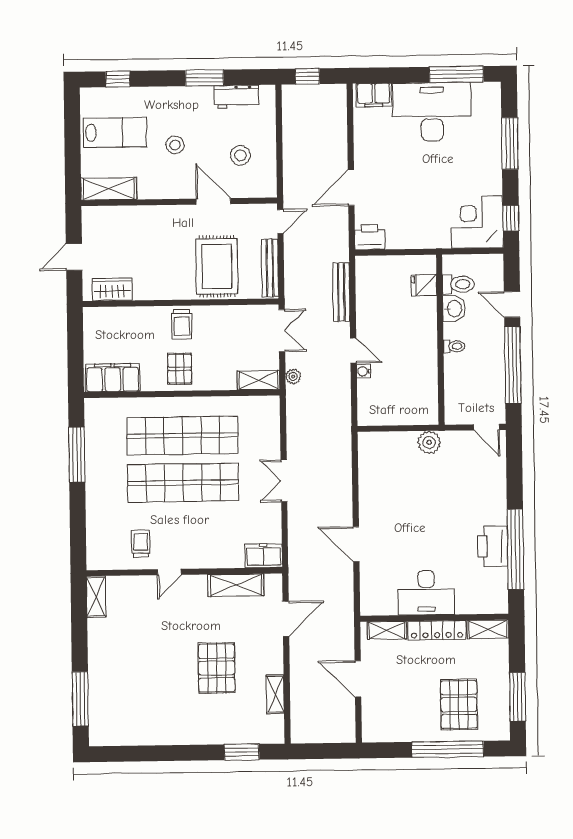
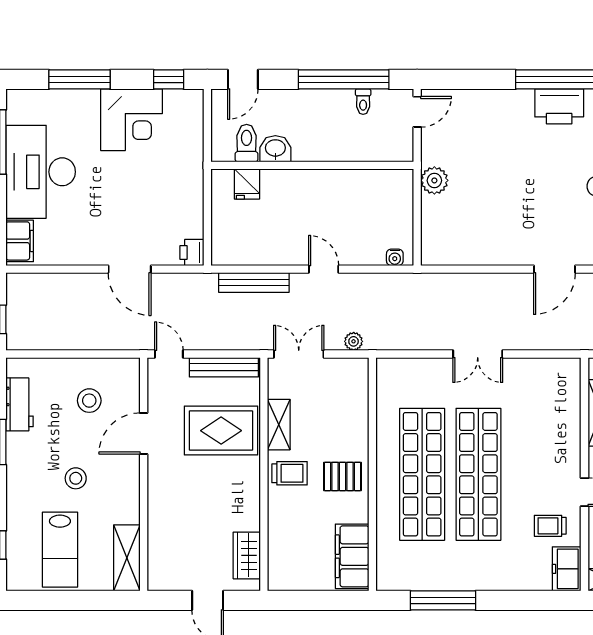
lab bench: (115, 132) -> (60, 550), turned 180
corner desk: (477, 222) -> (132, 120), moved, turned -90
printer: (370, 237) -> (192, 253), width x0.73, depth x0.81
door: (512, 304) -> (243, 79), moved
toilet: (454, 346) -> (363, 102), moved, turned 180
door: (353, 350) -> (324, 269), hinge flipped
water cooler: (364, 371) -> (395, 257), moved
shelving: (258, 380) -> (279, 425), moved
freezer: (264, 556) -> (567, 569), moved

